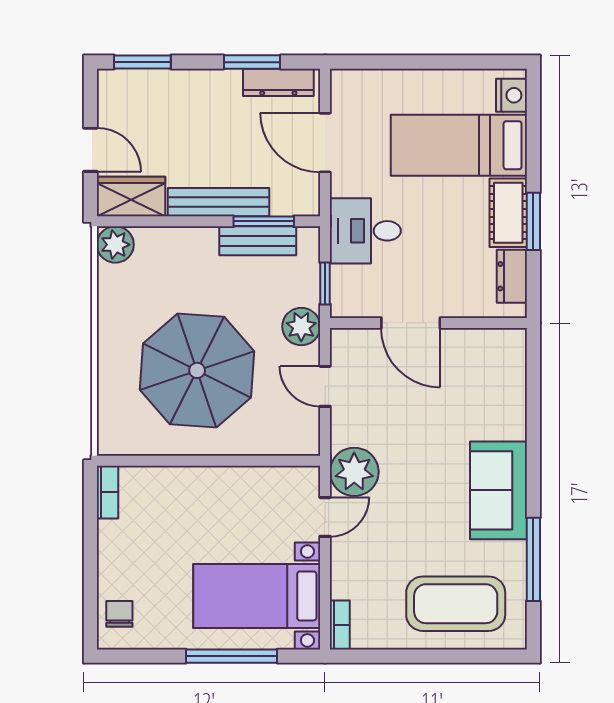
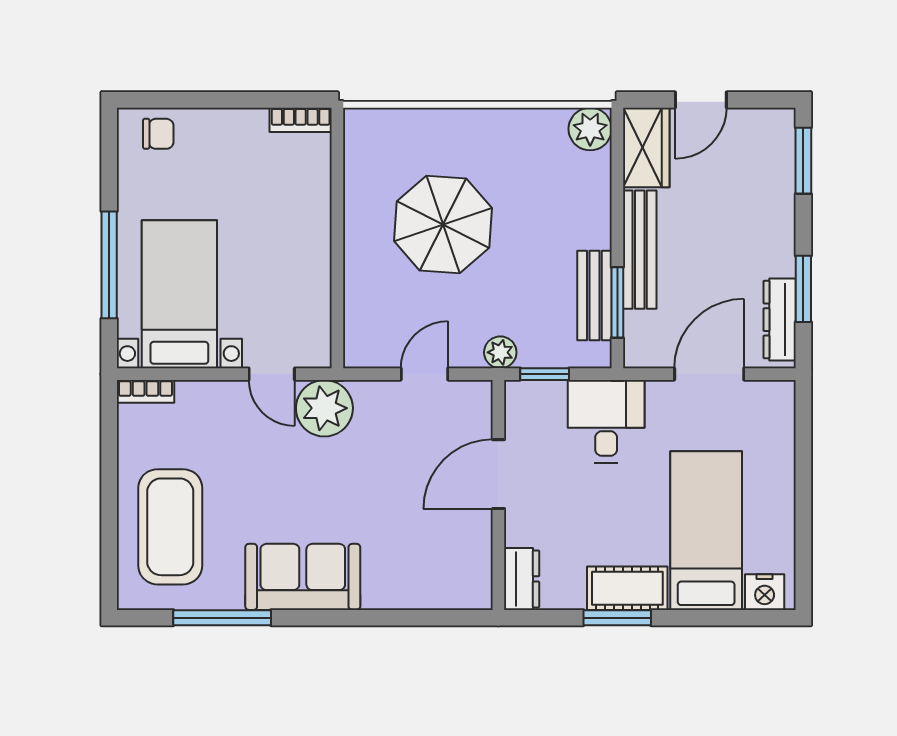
dresser: (512, 276) -> (522, 579), moved, turned 90
plant: (301, 327) -> (500, 352), width x0.73, depth x0.73
parasol: (197, 370) -> (443, 225), width x0.73, depth x0.73

